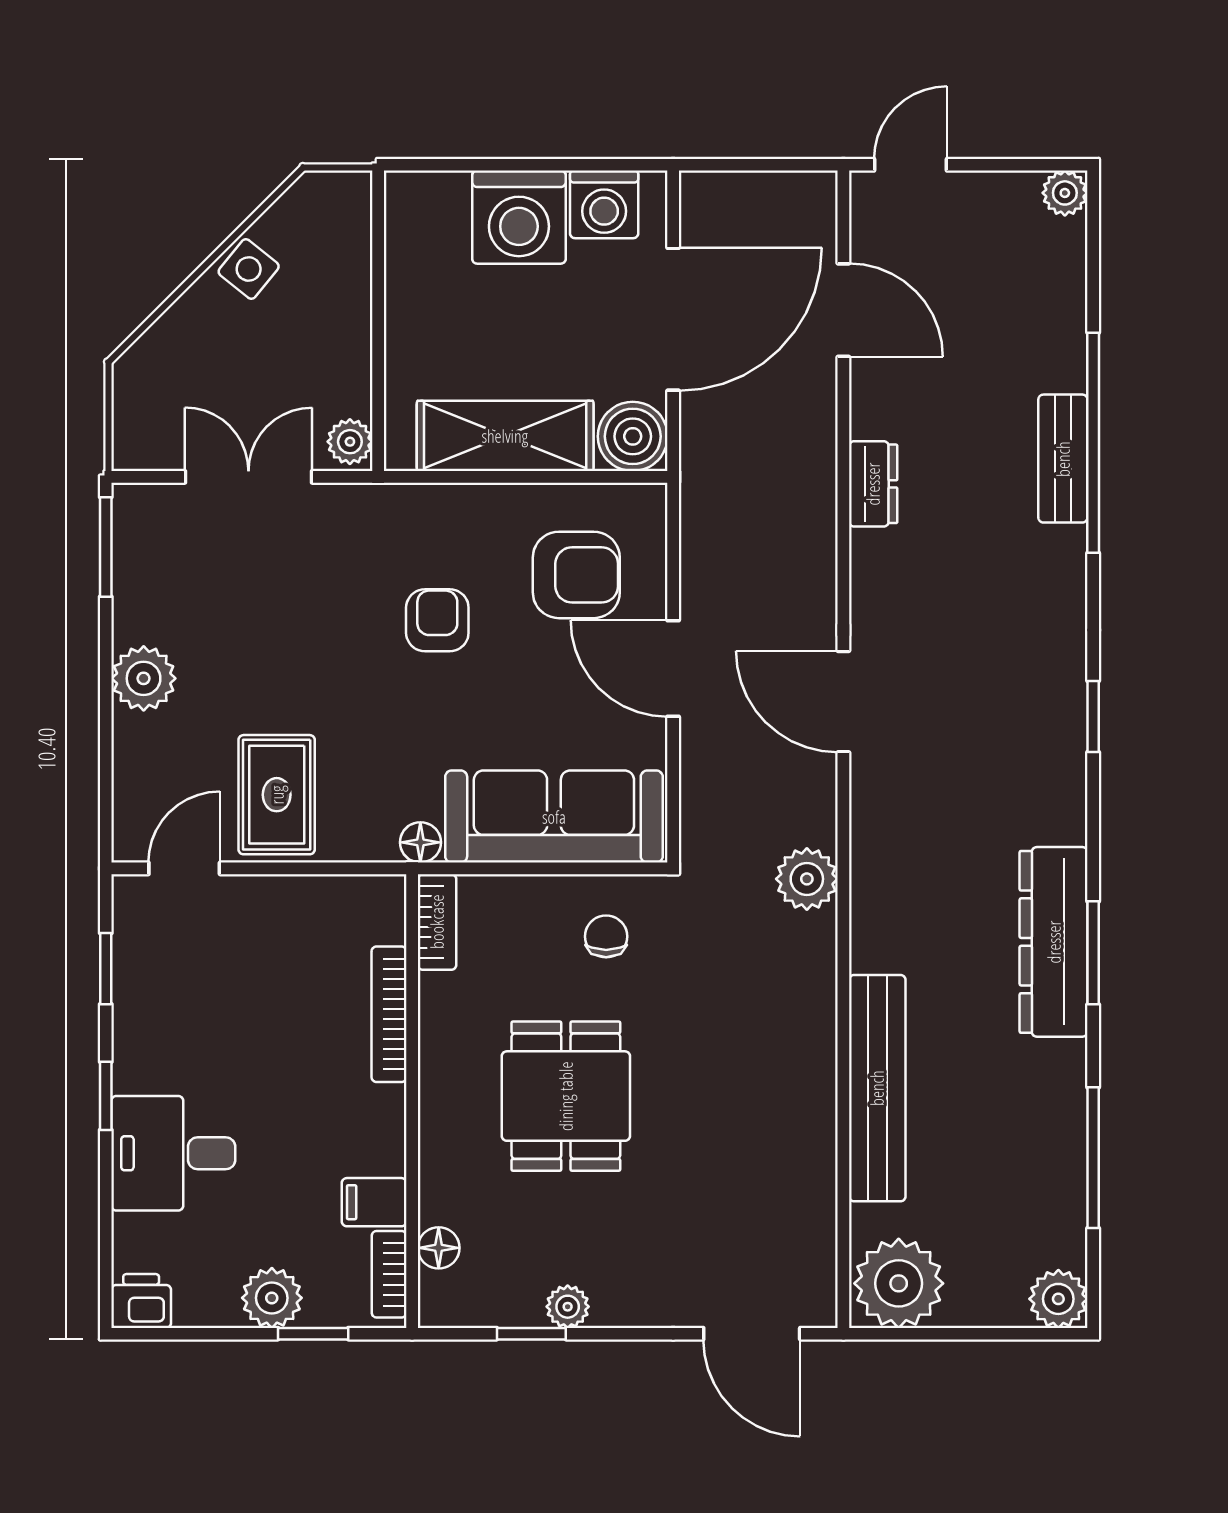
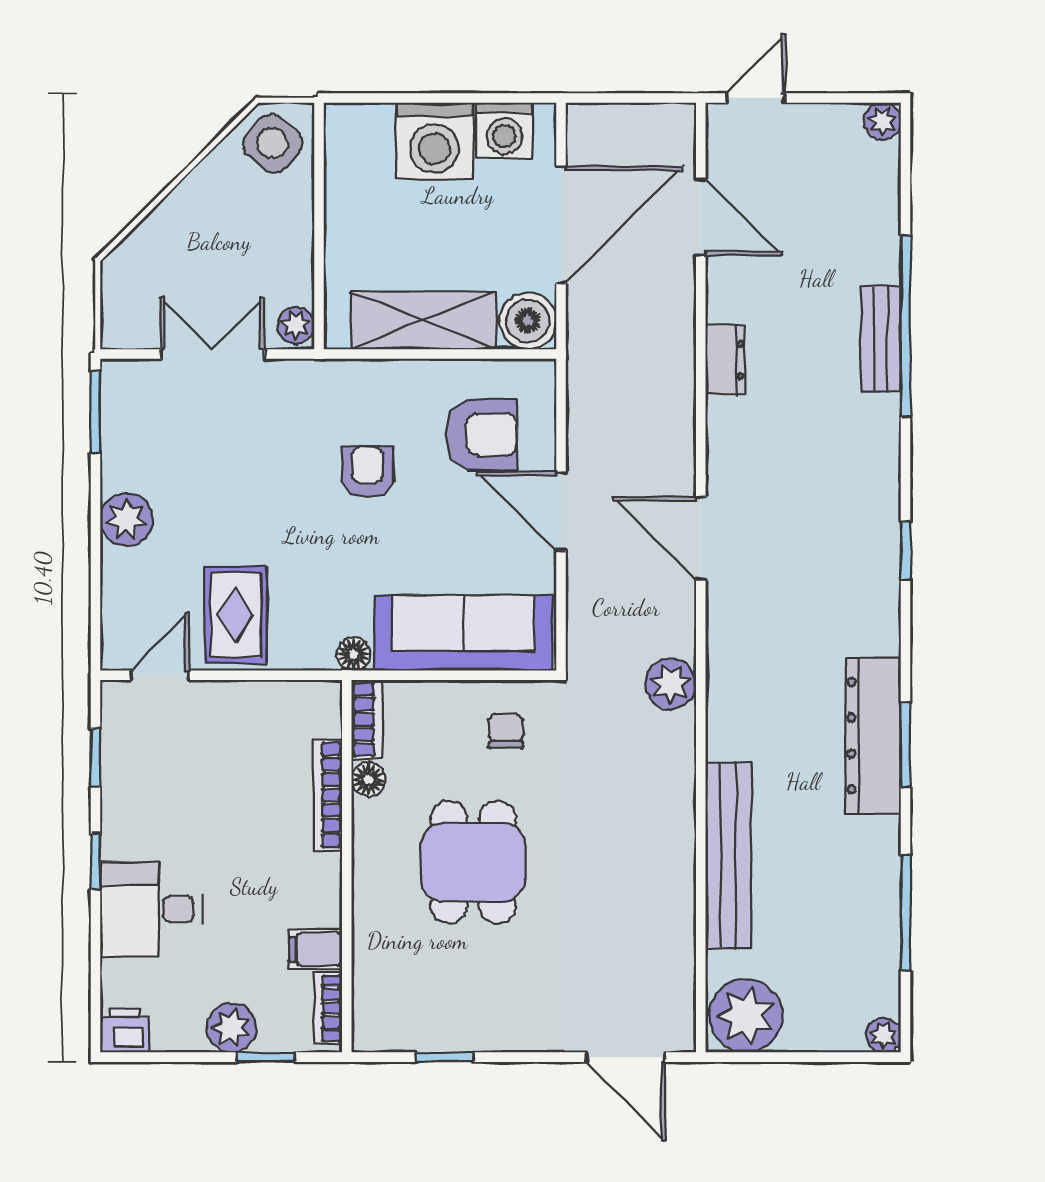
side table: (249, 269) -> (272, 143), moved, width x1.37, depth x1.37
floor lamp: (439, 1248) -> (369, 779), moved
plant: (1058, 1299) -> (884, 1035), width x0.73, depth x0.73
plant: (568, 1307) -> (474, 1035), removed

